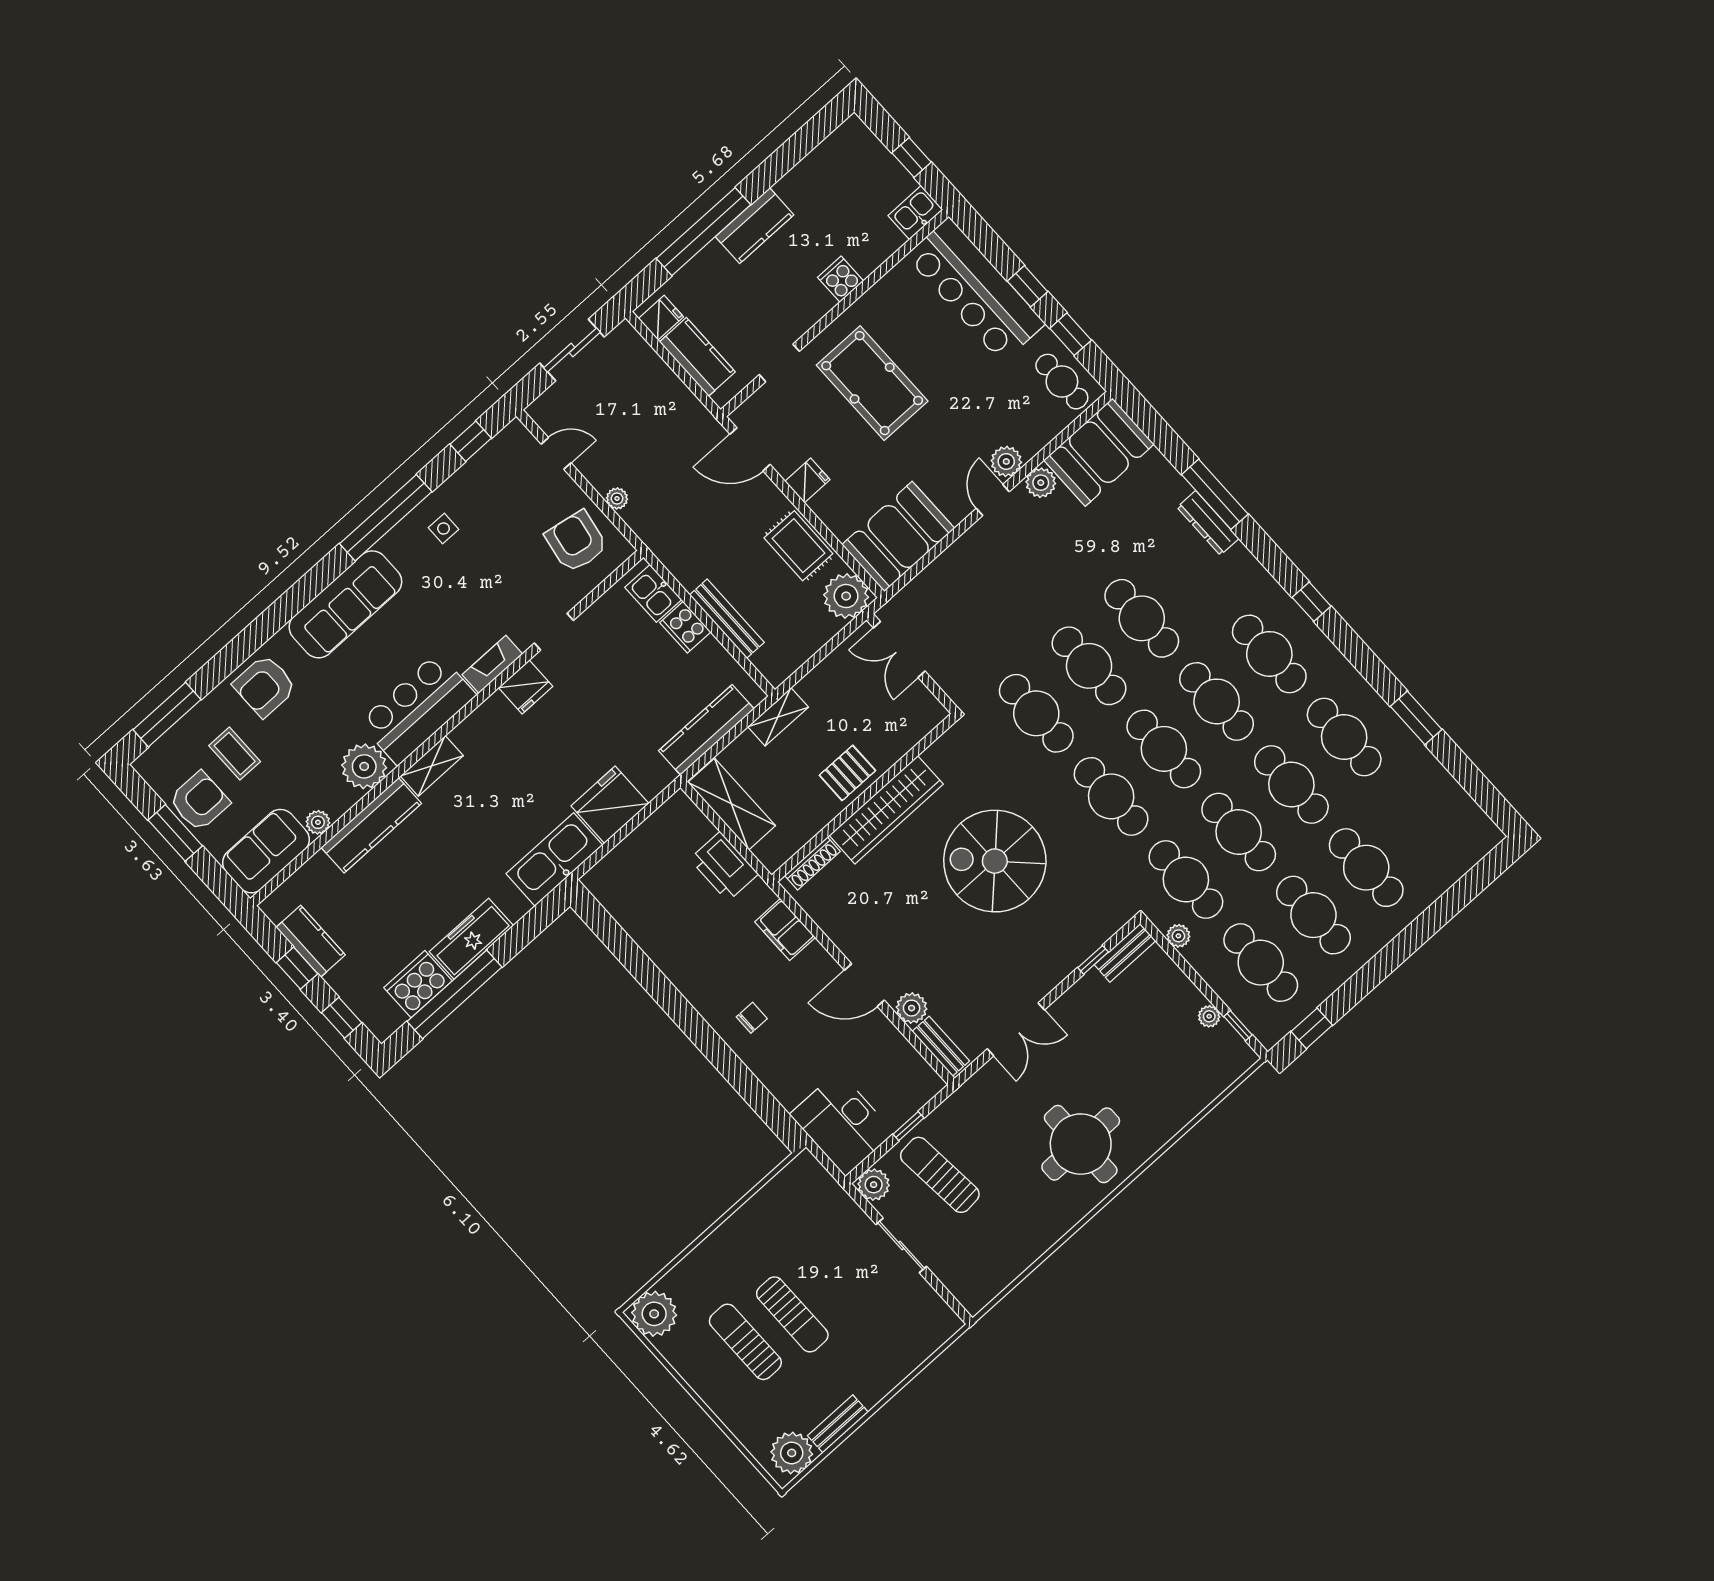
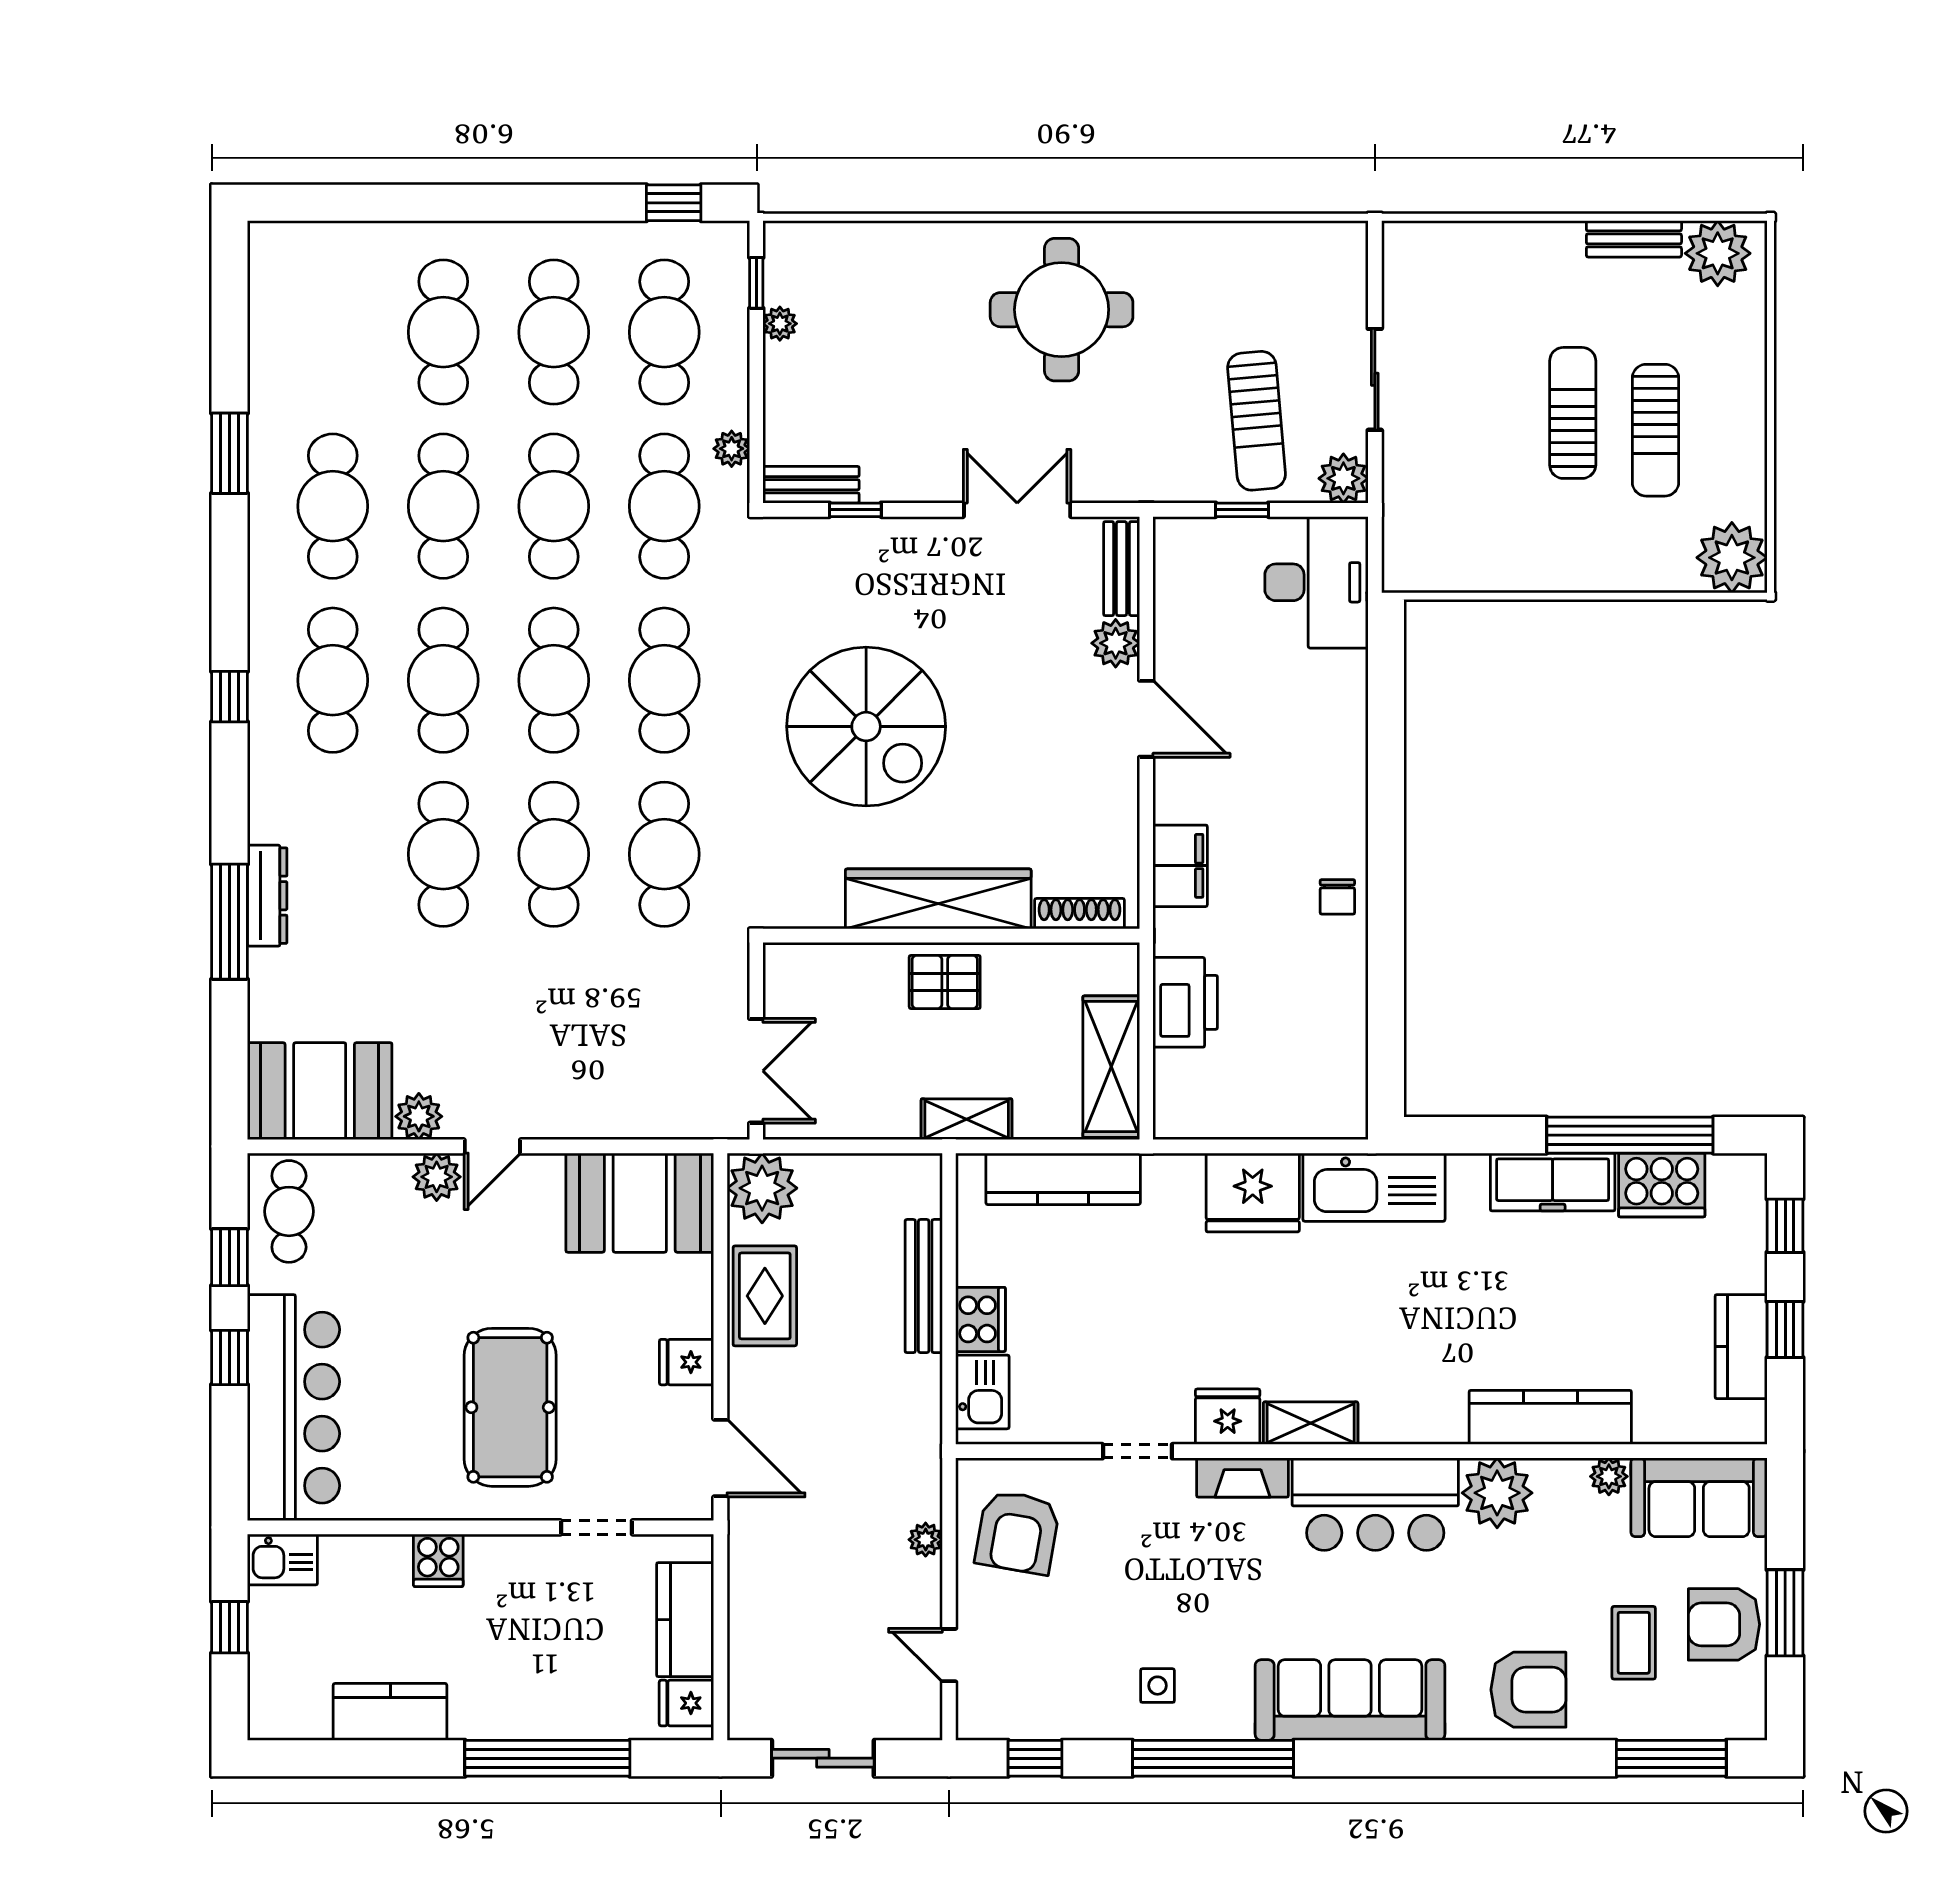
kitchen counter: (755, 226) -> (390, 1712), moved
shelving: (432, 766) -> (1311, 1423), moved
chair: (752, 1018) -> (1337, 897), moved, turned -90

